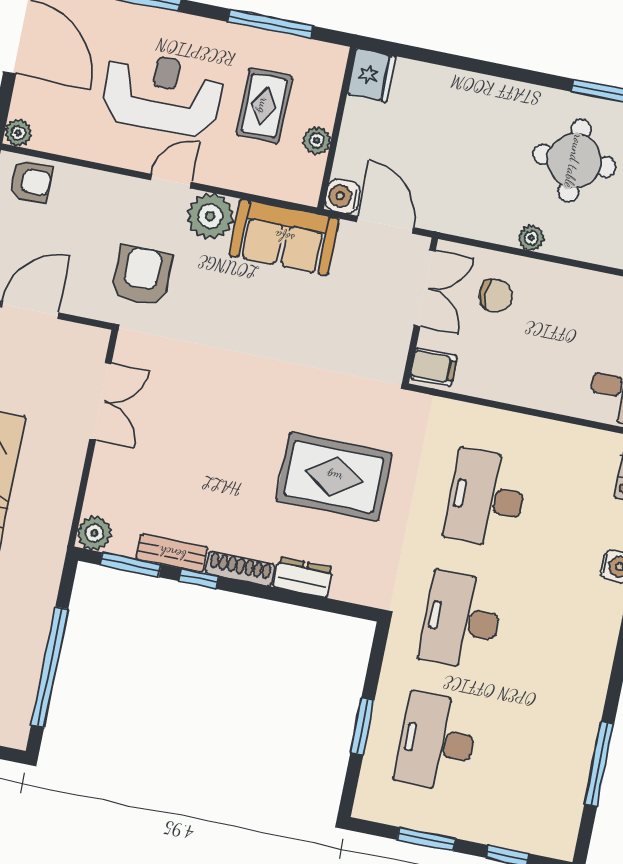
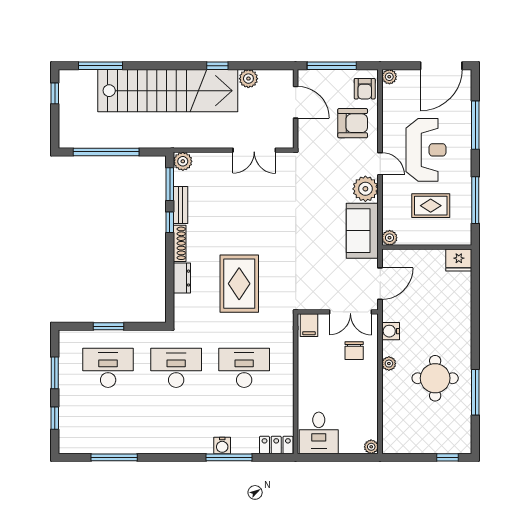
plant: (317, 140) -> (390, 238), moved
water cooler: (343, 196) -> (391, 331), moved, turned -90
armchair: (142, 276) -> (353, 123), moved

